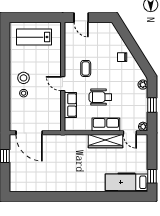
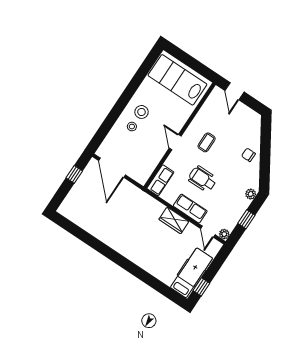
lab bench: (34, 37) -> (177, 80), width x1.36, depth x1.39
row of seats: (70, 105) -> (160, 180), moved
wardrobe: (105, 141) -> (174, 220), width x0.67
hospital bed: (126, 182) -> (191, 273), moved, turned 90

